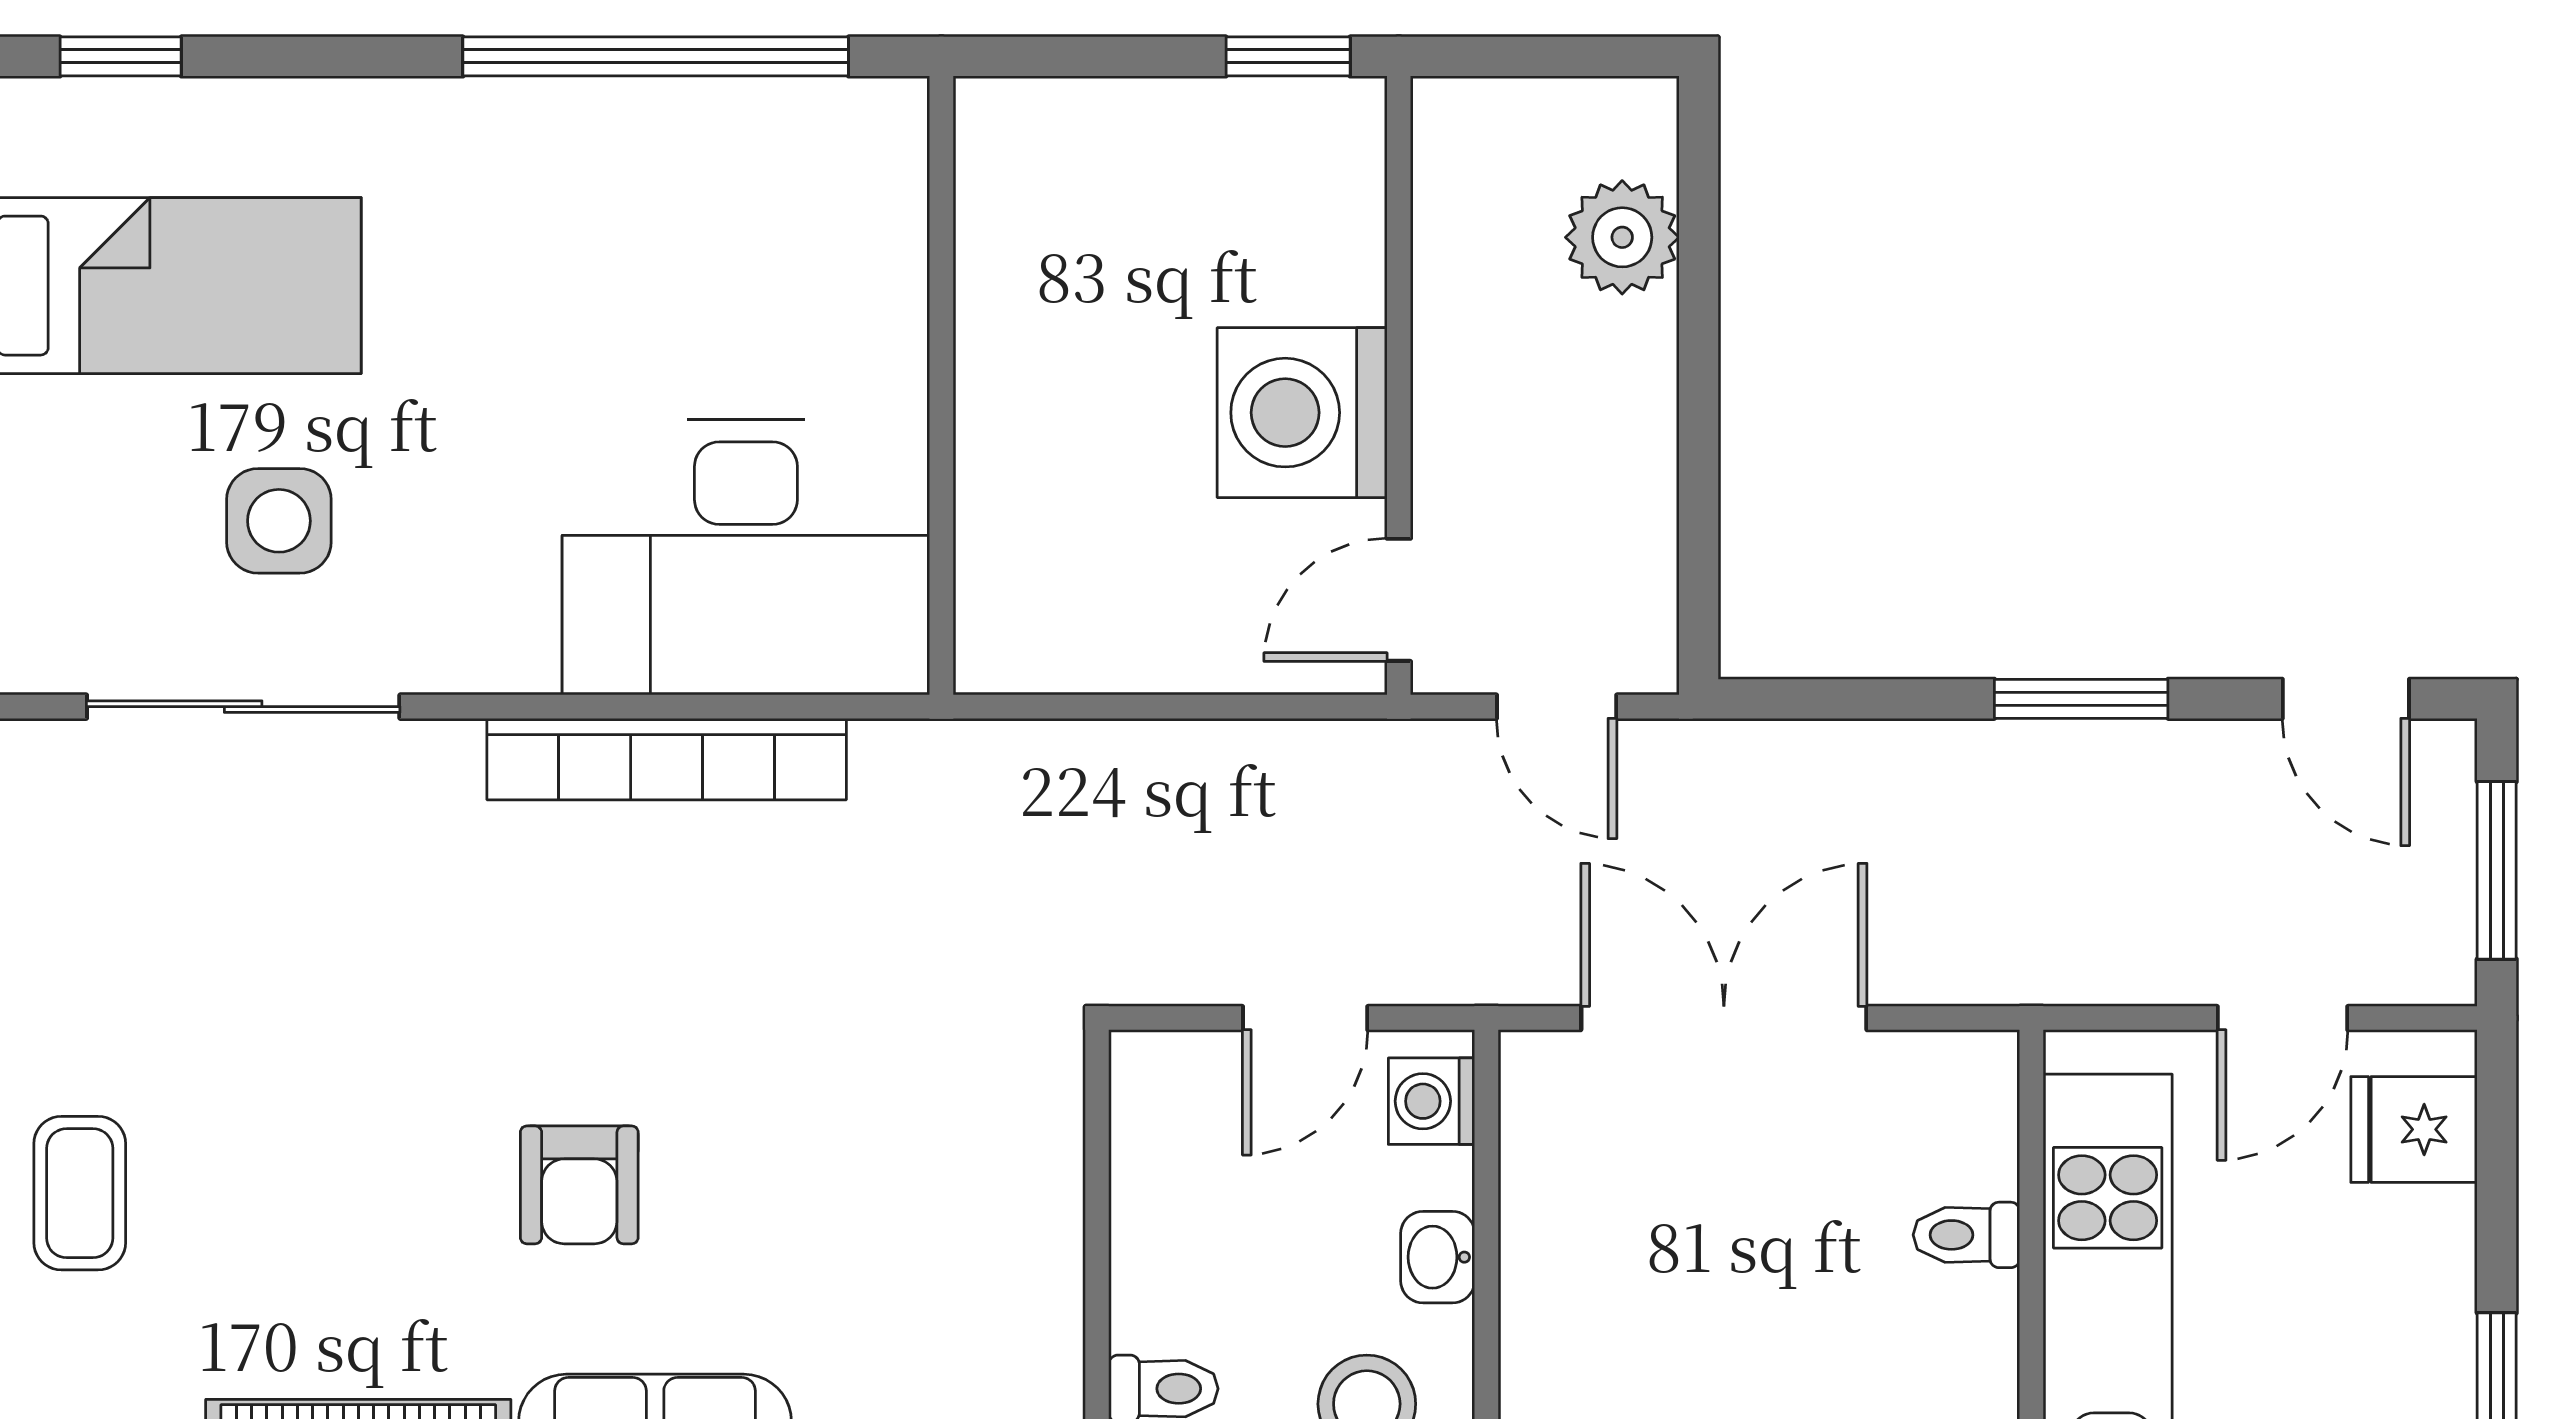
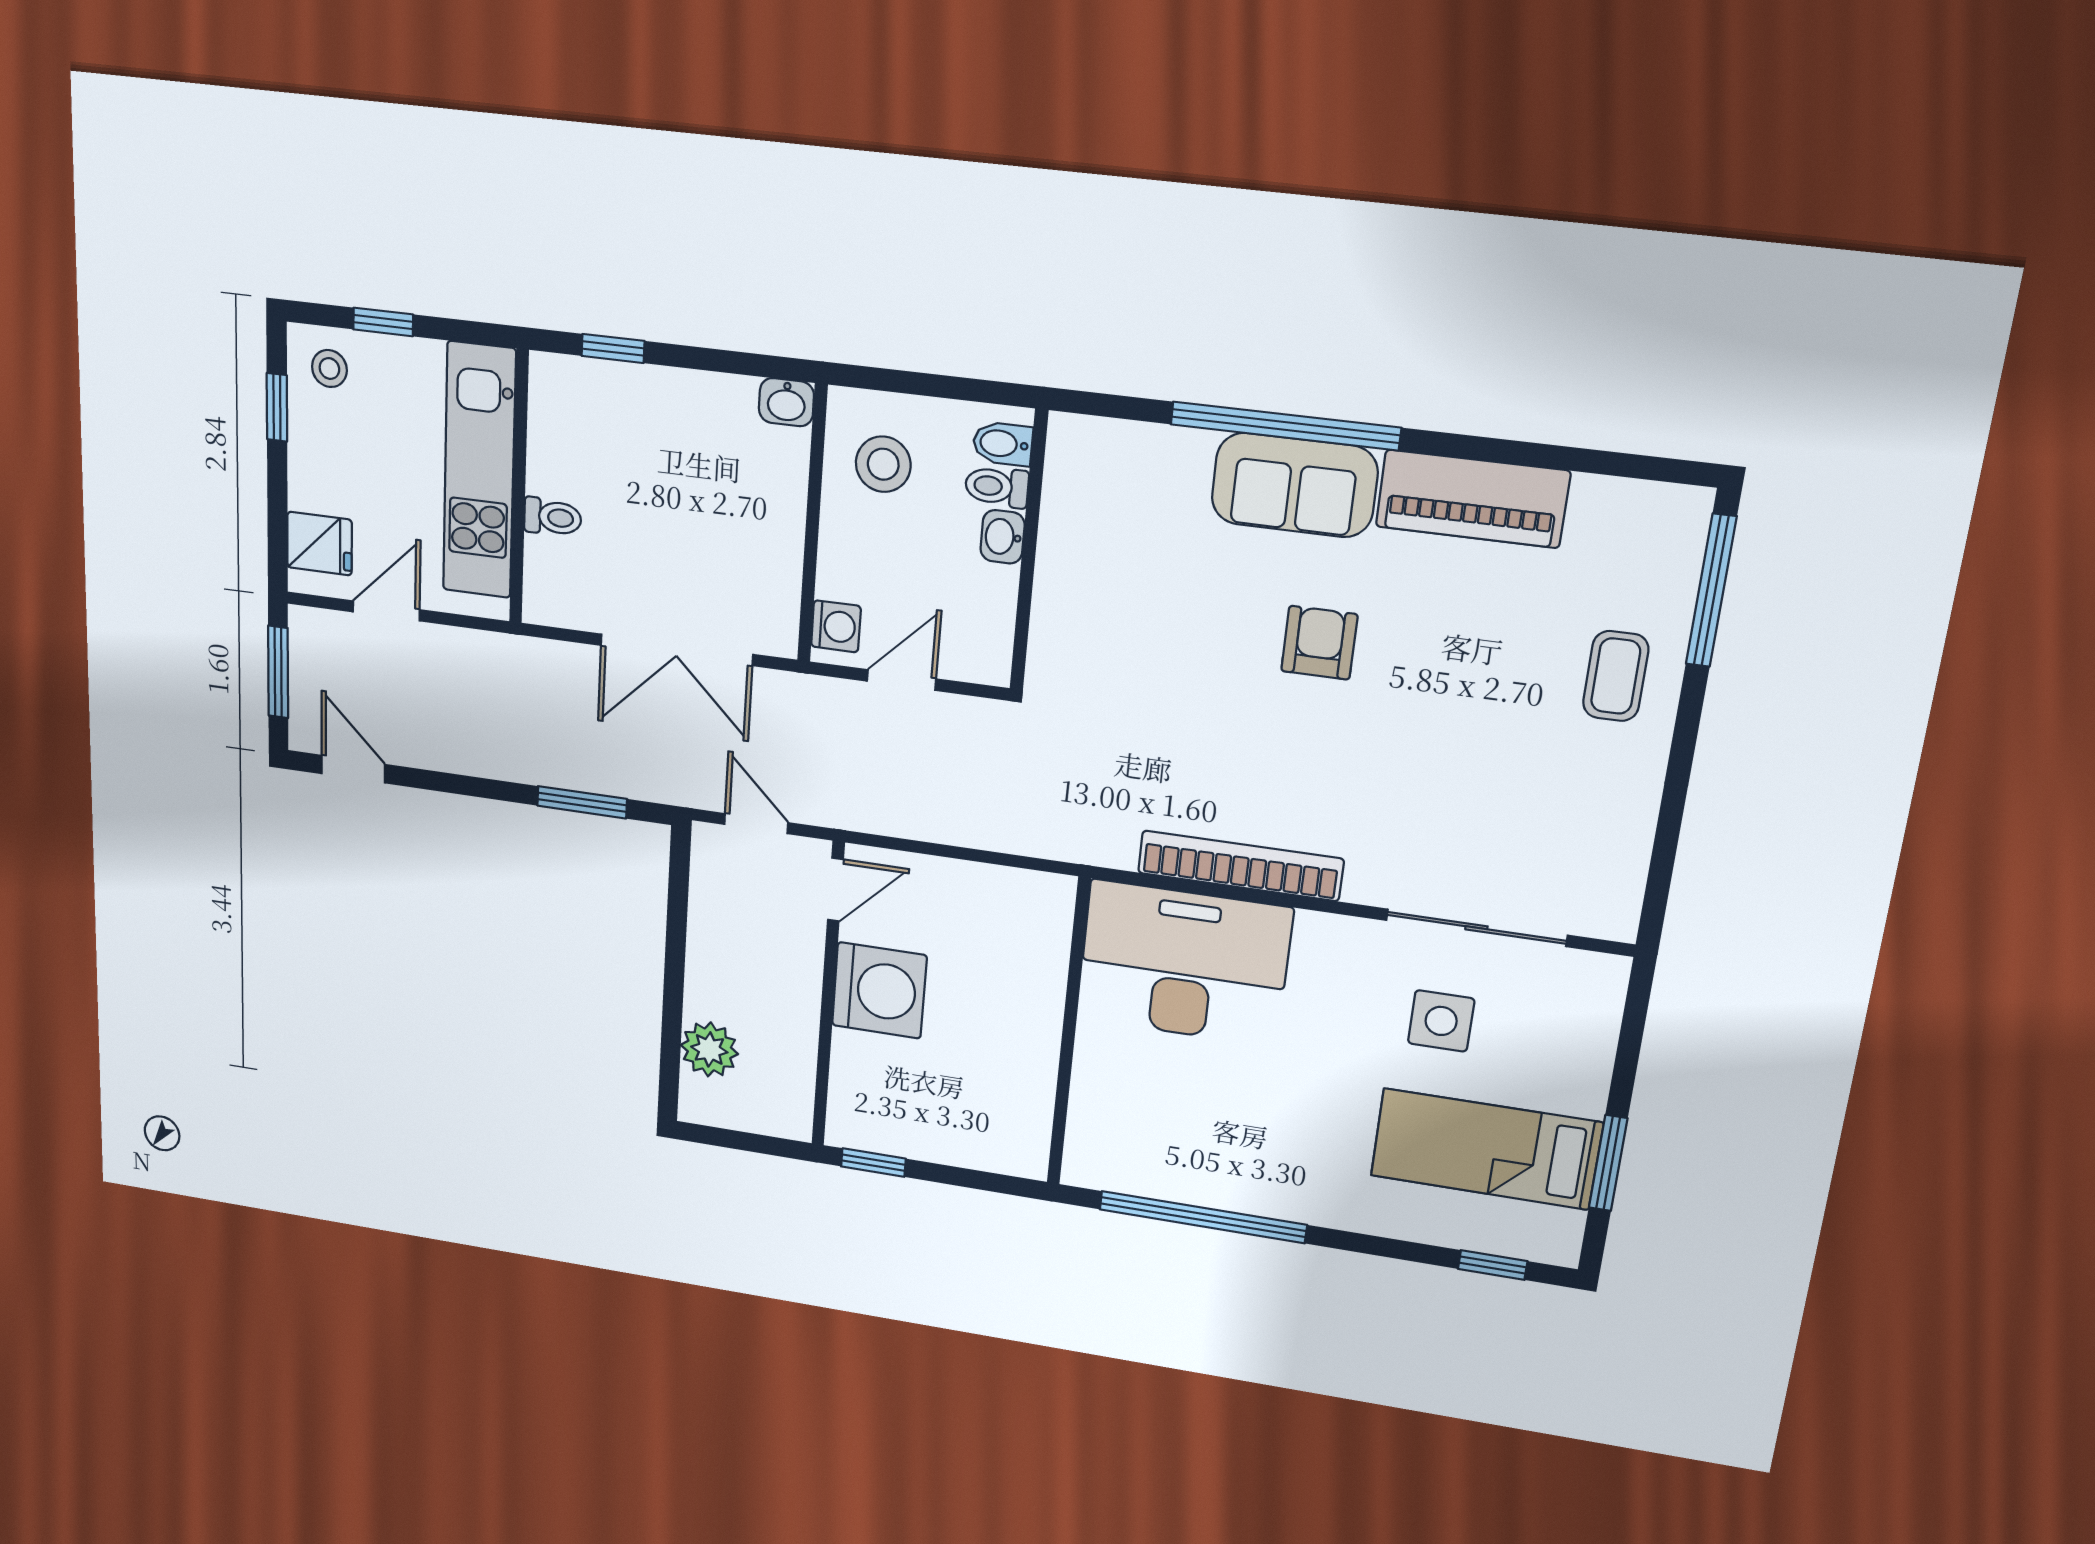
window: (2081, 699) -> (582, 802), moved
washbasin: (1438, 1257) -> (1003, 537), moved, turned 180

